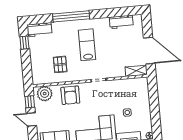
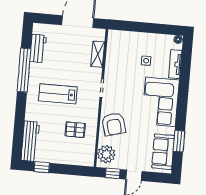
window: (71, 16) -> (24, 70), moved
workbench: (39, 30) -> (30, 141), width x1.38
shelving: (136, 71) -> (98, 54), moved
armchair: (70, 95) -> (114, 124), turned 75

